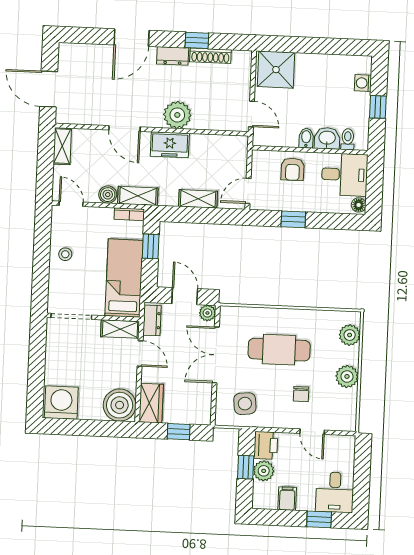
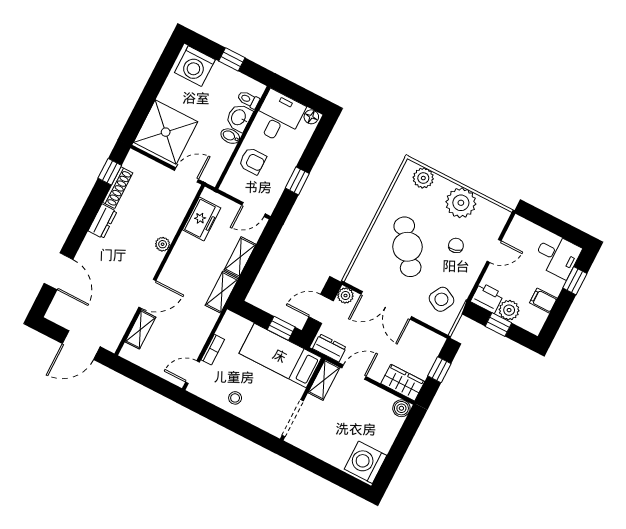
door: (132, 38) -> (59, 271), moved
window: (197, 40) -> (110, 172), moved
shower: (276, 70) -> (166, 132), width x1.37, depth x1.37
washing machine: (363, 83) -> (195, 66), width x1.89, depth x1.89
plant: (177, 115) -> (163, 244), width x0.53, depth x0.53
freezer: (170, 145) -> (202, 219), moved
shelving: (62, 146) -> (140, 329), moved, turned 90
door: (248, 191) -> (253, 209), hinge flipped
boiler: (108, 195) -> (199, 336), removed
shelving: (138, 196) -> (222, 292), moved
bookcase: (129, 214) -> (213, 350), moved
window: (151, 246) -> (281, 328), moved
cafe table: (279, 350) -> (407, 247), turned -36
plant: (347, 376) -> (461, 203), width x1.36, depth x1.36
chair: (301, 394) -> (456, 245), turned -106
side table: (245, 404) -> (441, 299), turned 34
boiler: (120, 405) -> (401, 408), width x0.54, depth x0.54

